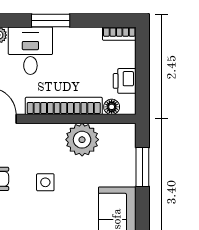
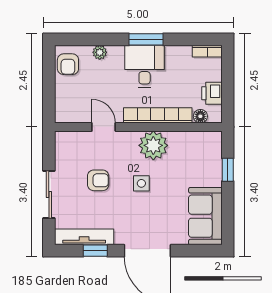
desk: (30, 51) -> (145, 66), moved
plant: (82, 140) -> (153, 145), moved
window: (142, 167) -> (228, 170), width x0.67

